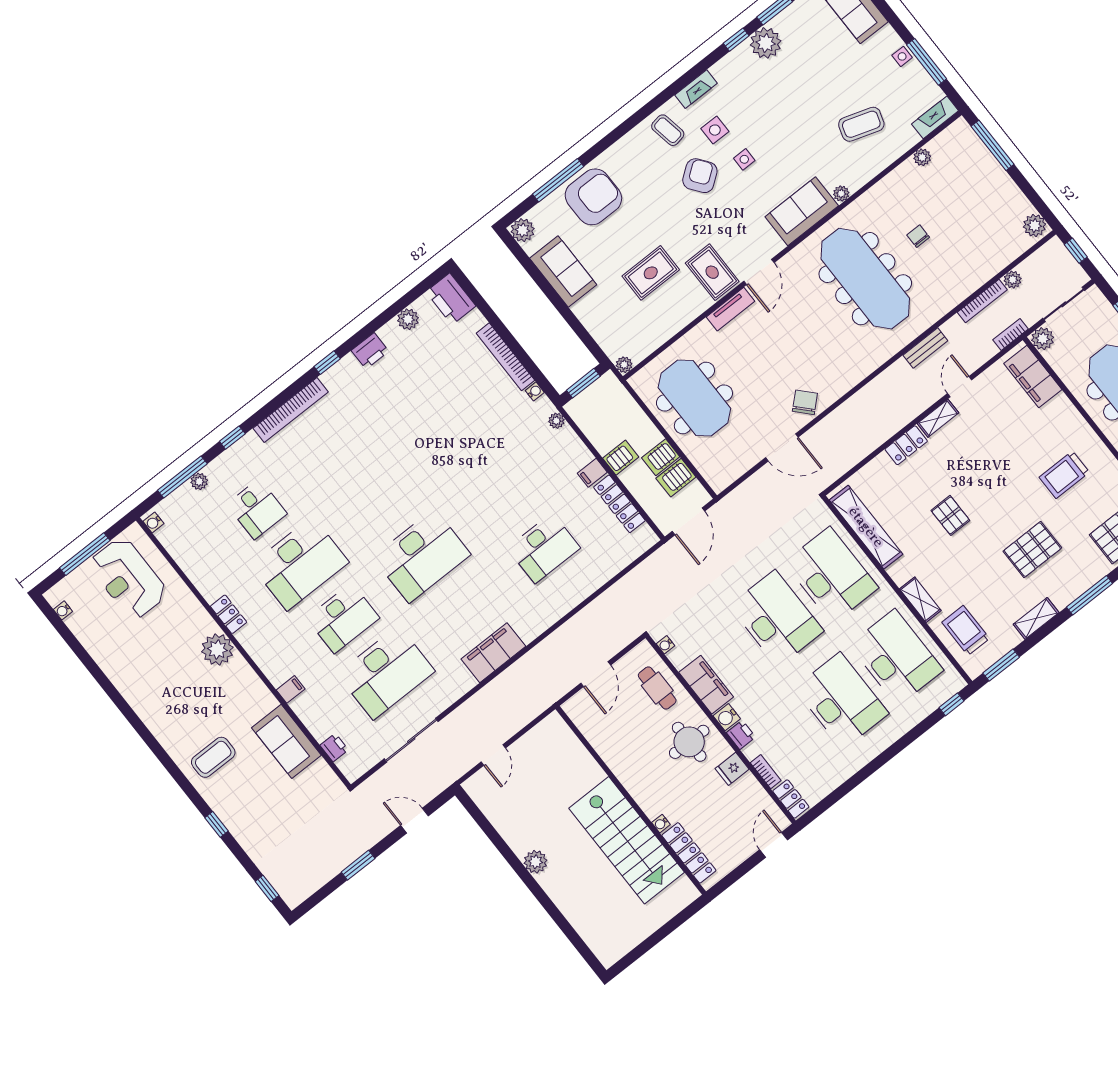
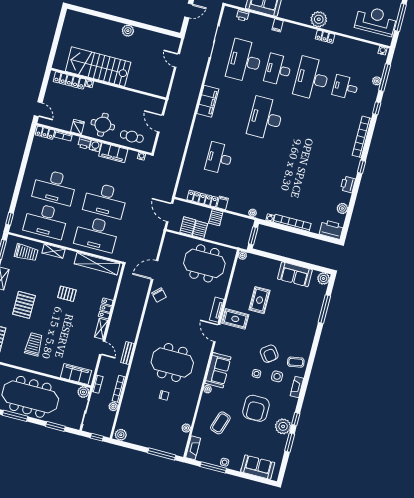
armchair: (593, 197) -> (256, 408), moved
meeting table: (865, 279) -> (172, 363), width x0.73

